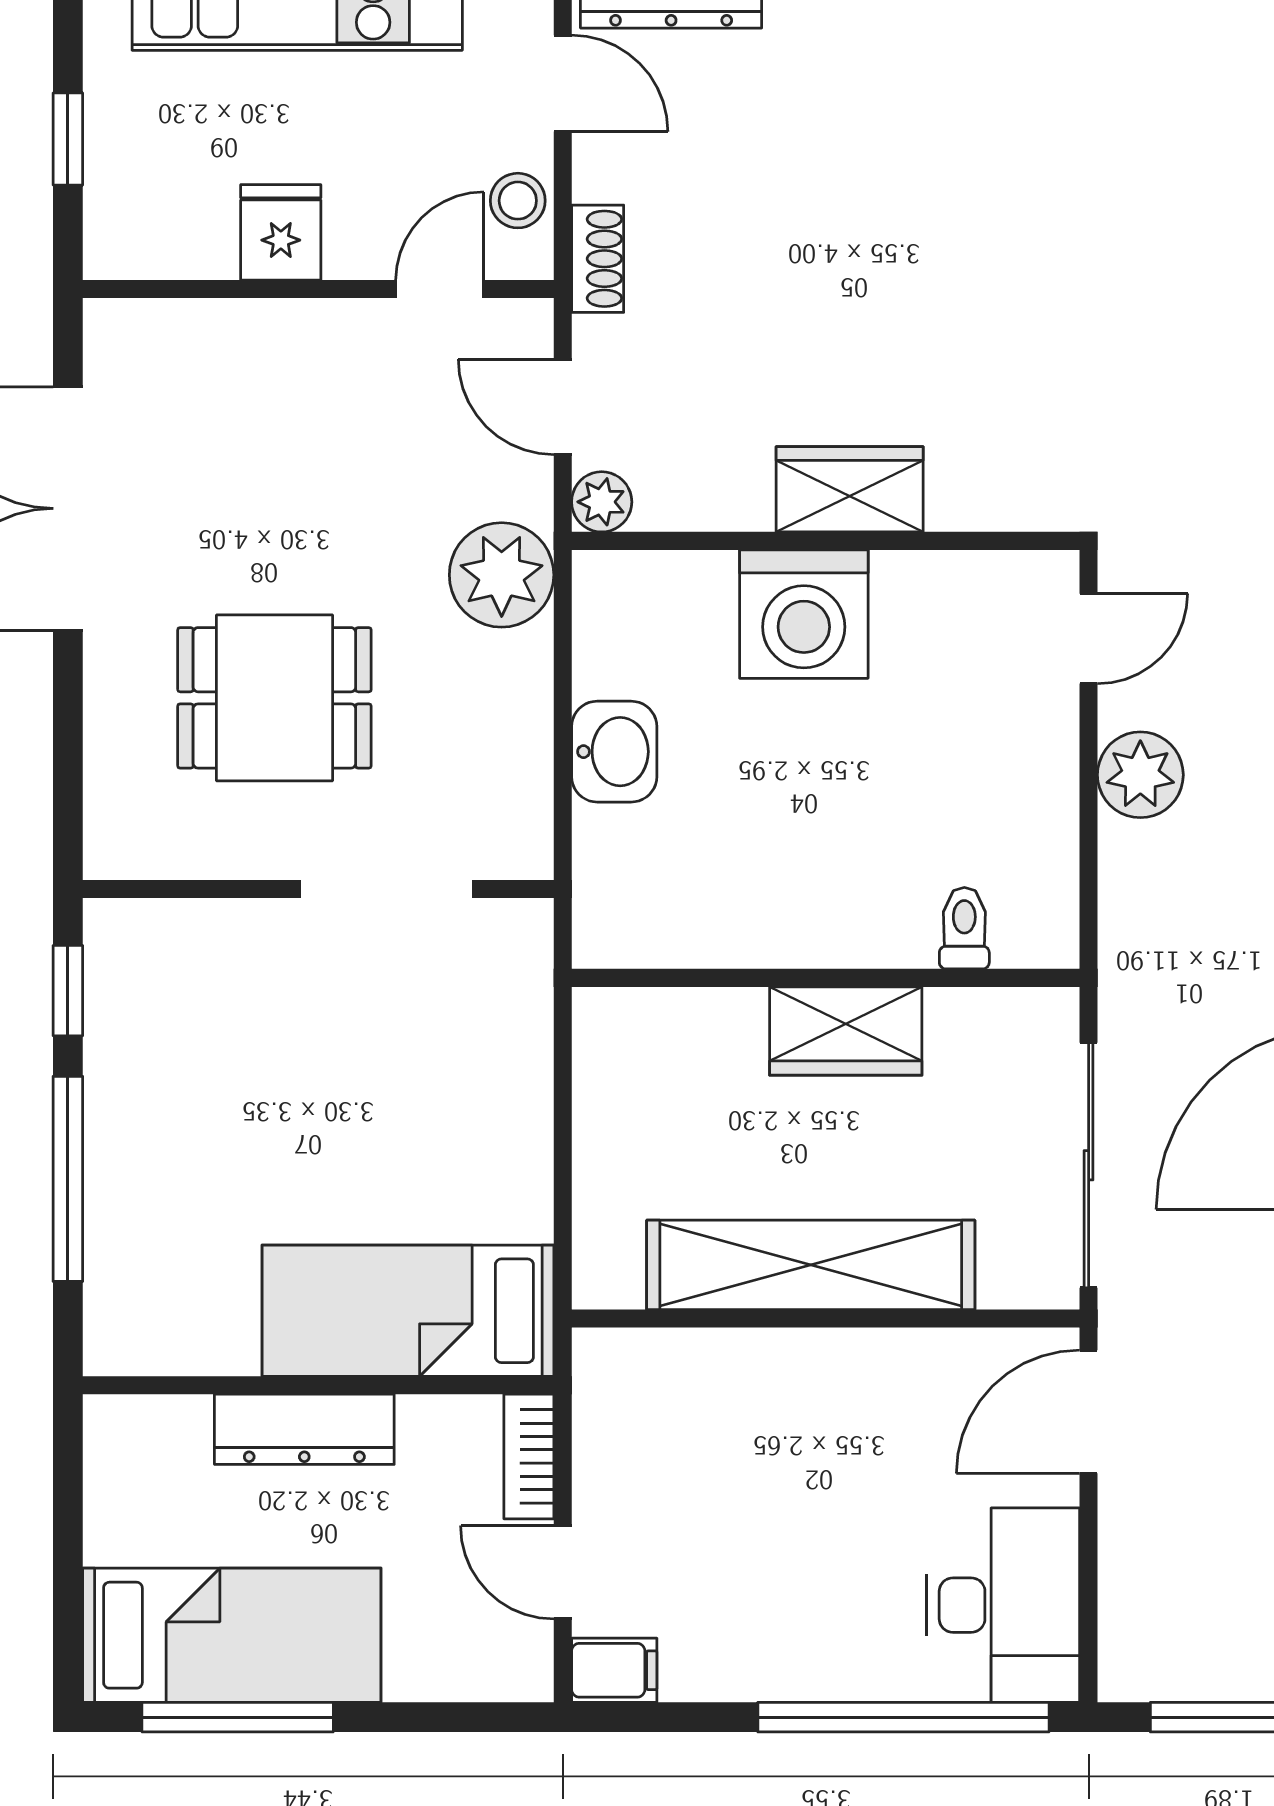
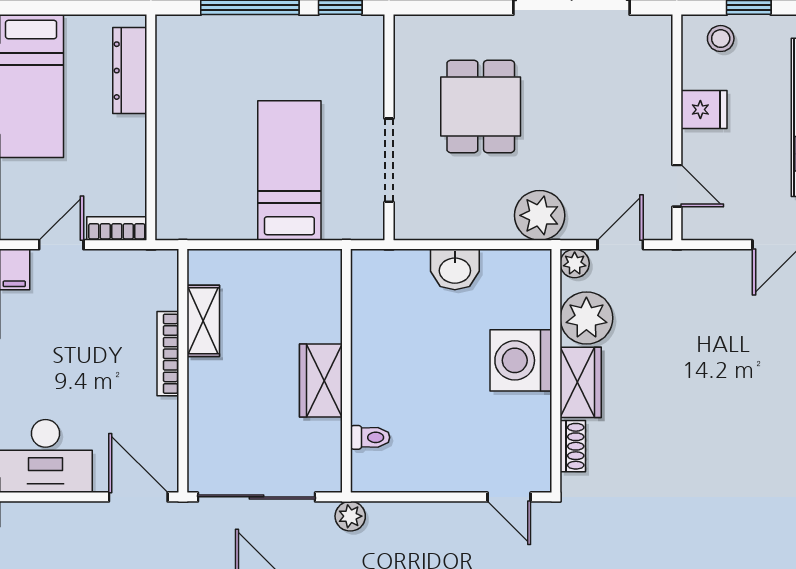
stool: (518, 201) -> (721, 39), moved
shoe rack: (598, 259) -> (573, 446), moved, turned -90
plant: (715, 477) -> (586, 318), added
plant: (1140, 775) -> (350, 516), moved, width x0.73, depth x0.73
shelving: (811, 1265) -> (203, 321), width x0.45, depth x0.75
bed: (408, 1311) -> (289, 171), moved
bookcase: (790, 1350) -> (168, 354), added
dresser: (304, 1429) -> (130, 71), moved

